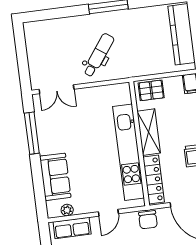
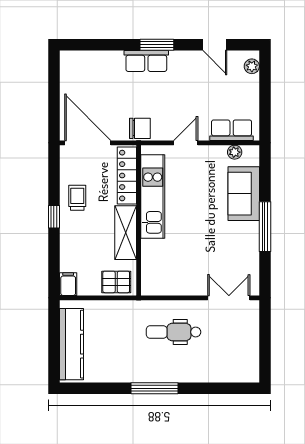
dental chair: (99, 55) -> (173, 332), turned 54
window: (32, 133) -> (265, 227), moved
kitchen unit: (128, 152) -> (153, 196), width x0.73
chair: (148, 220) -> (140, 128), turned 90

